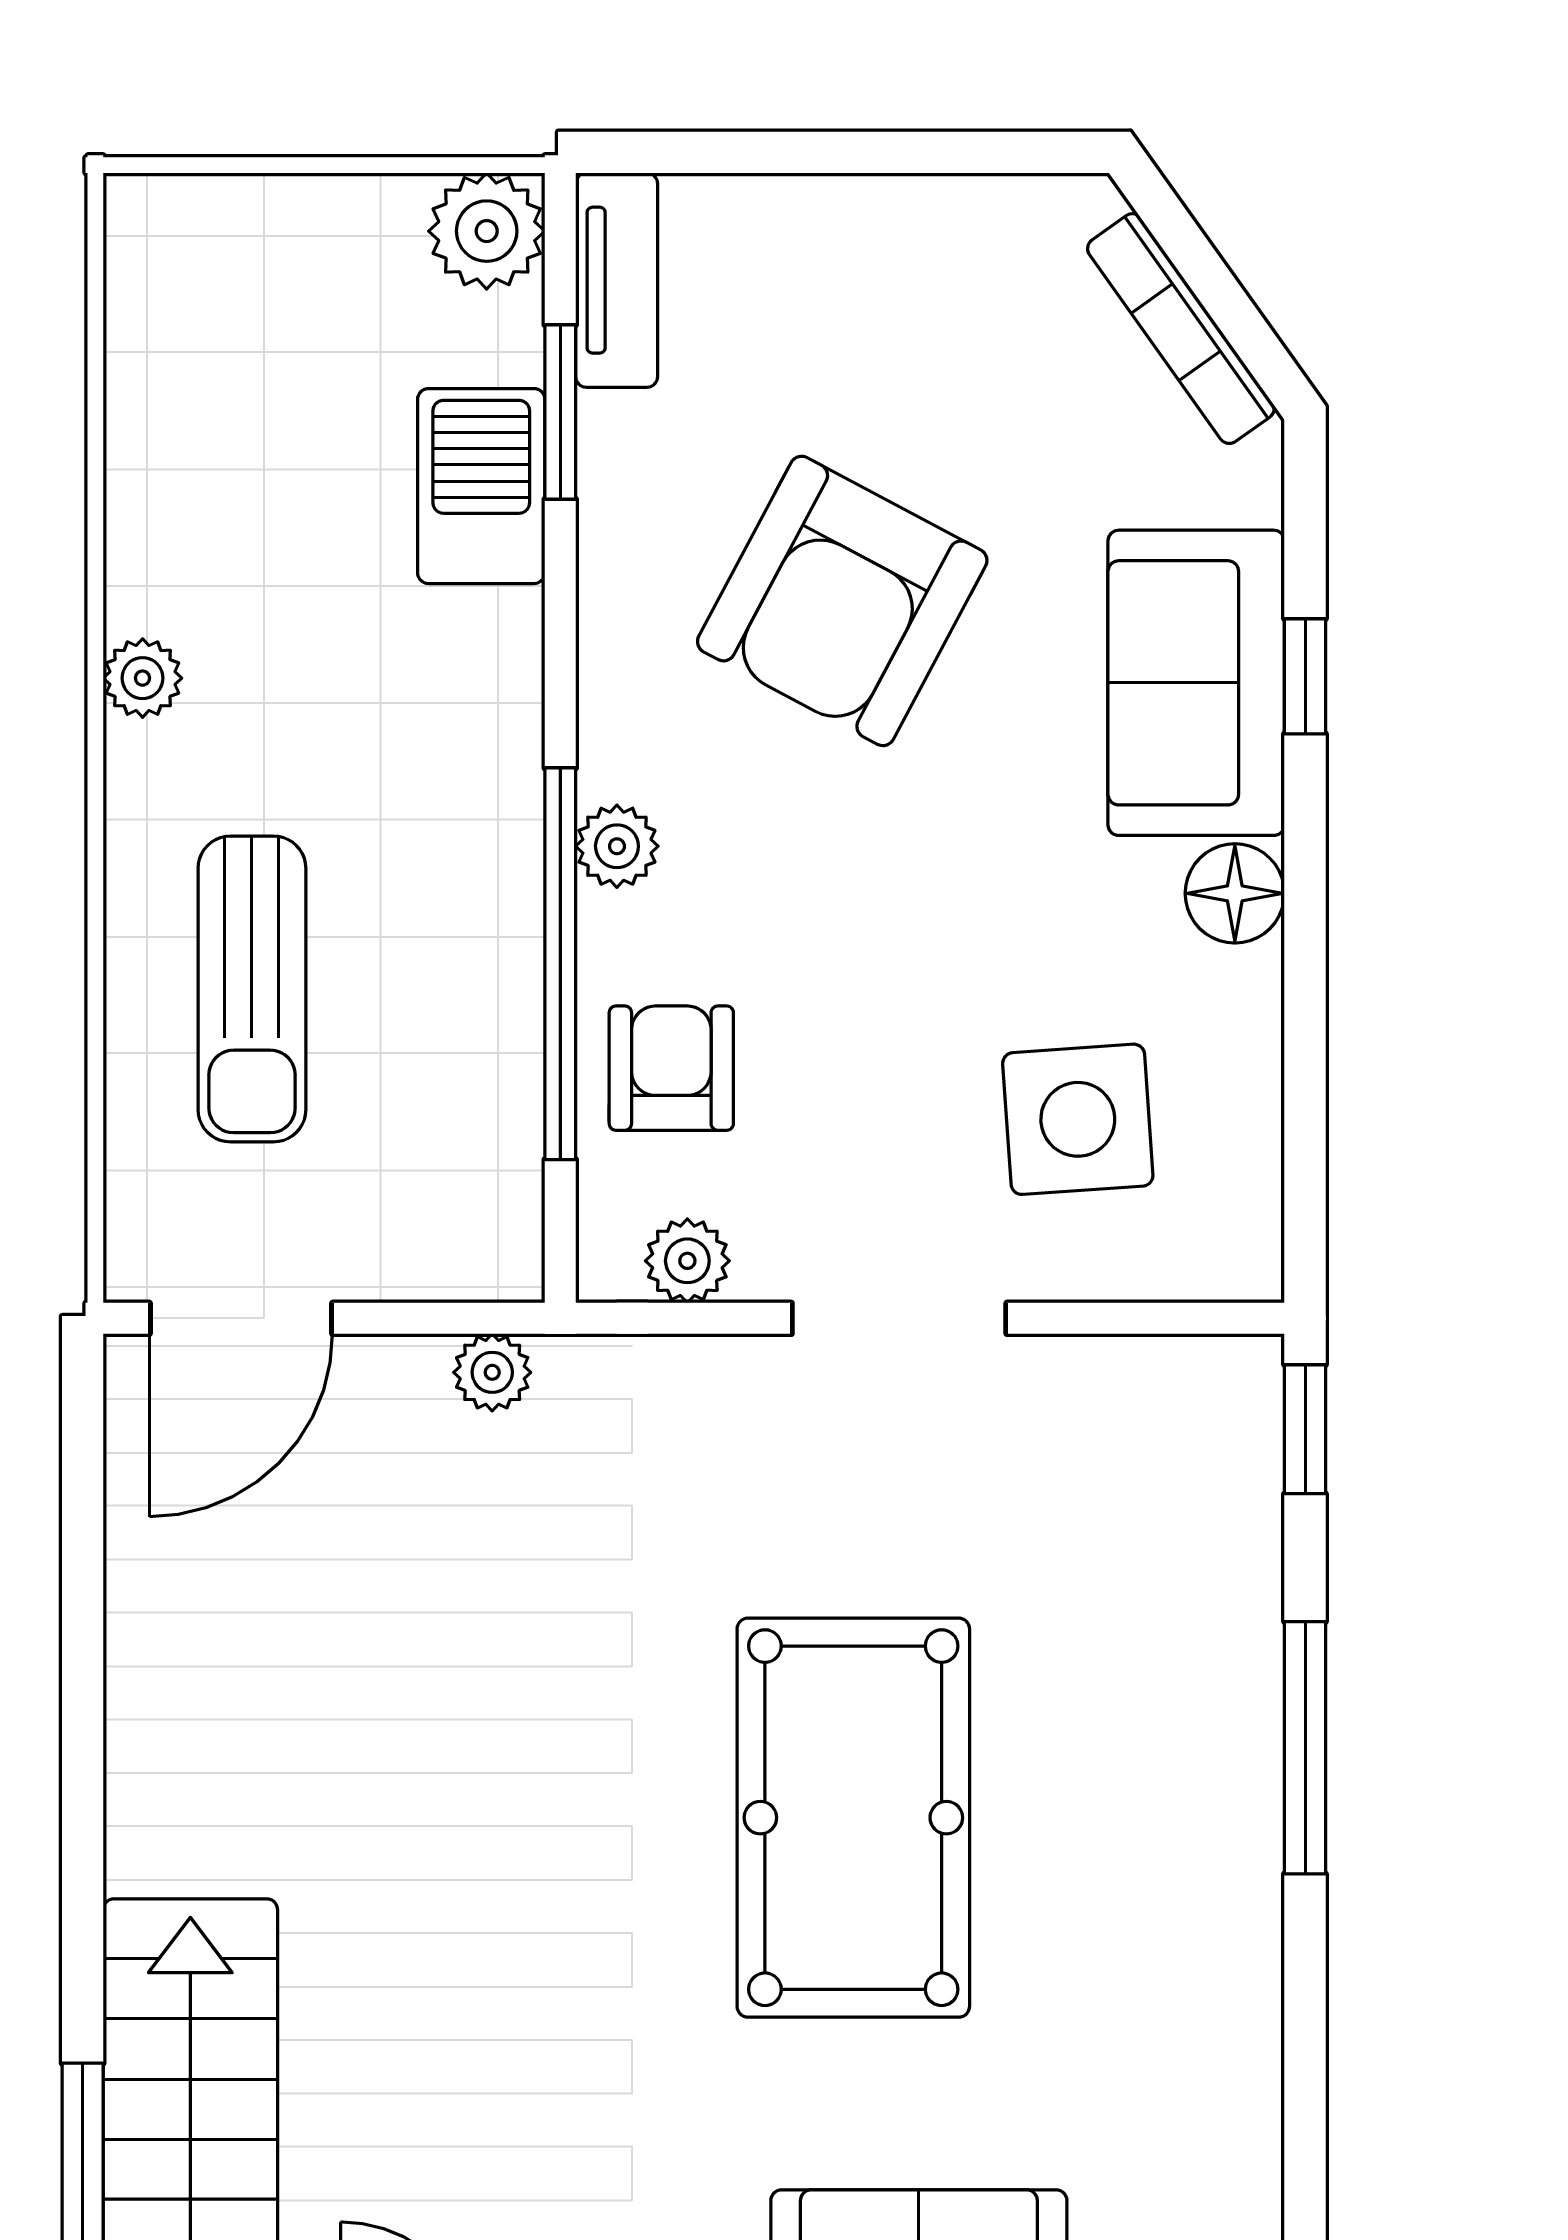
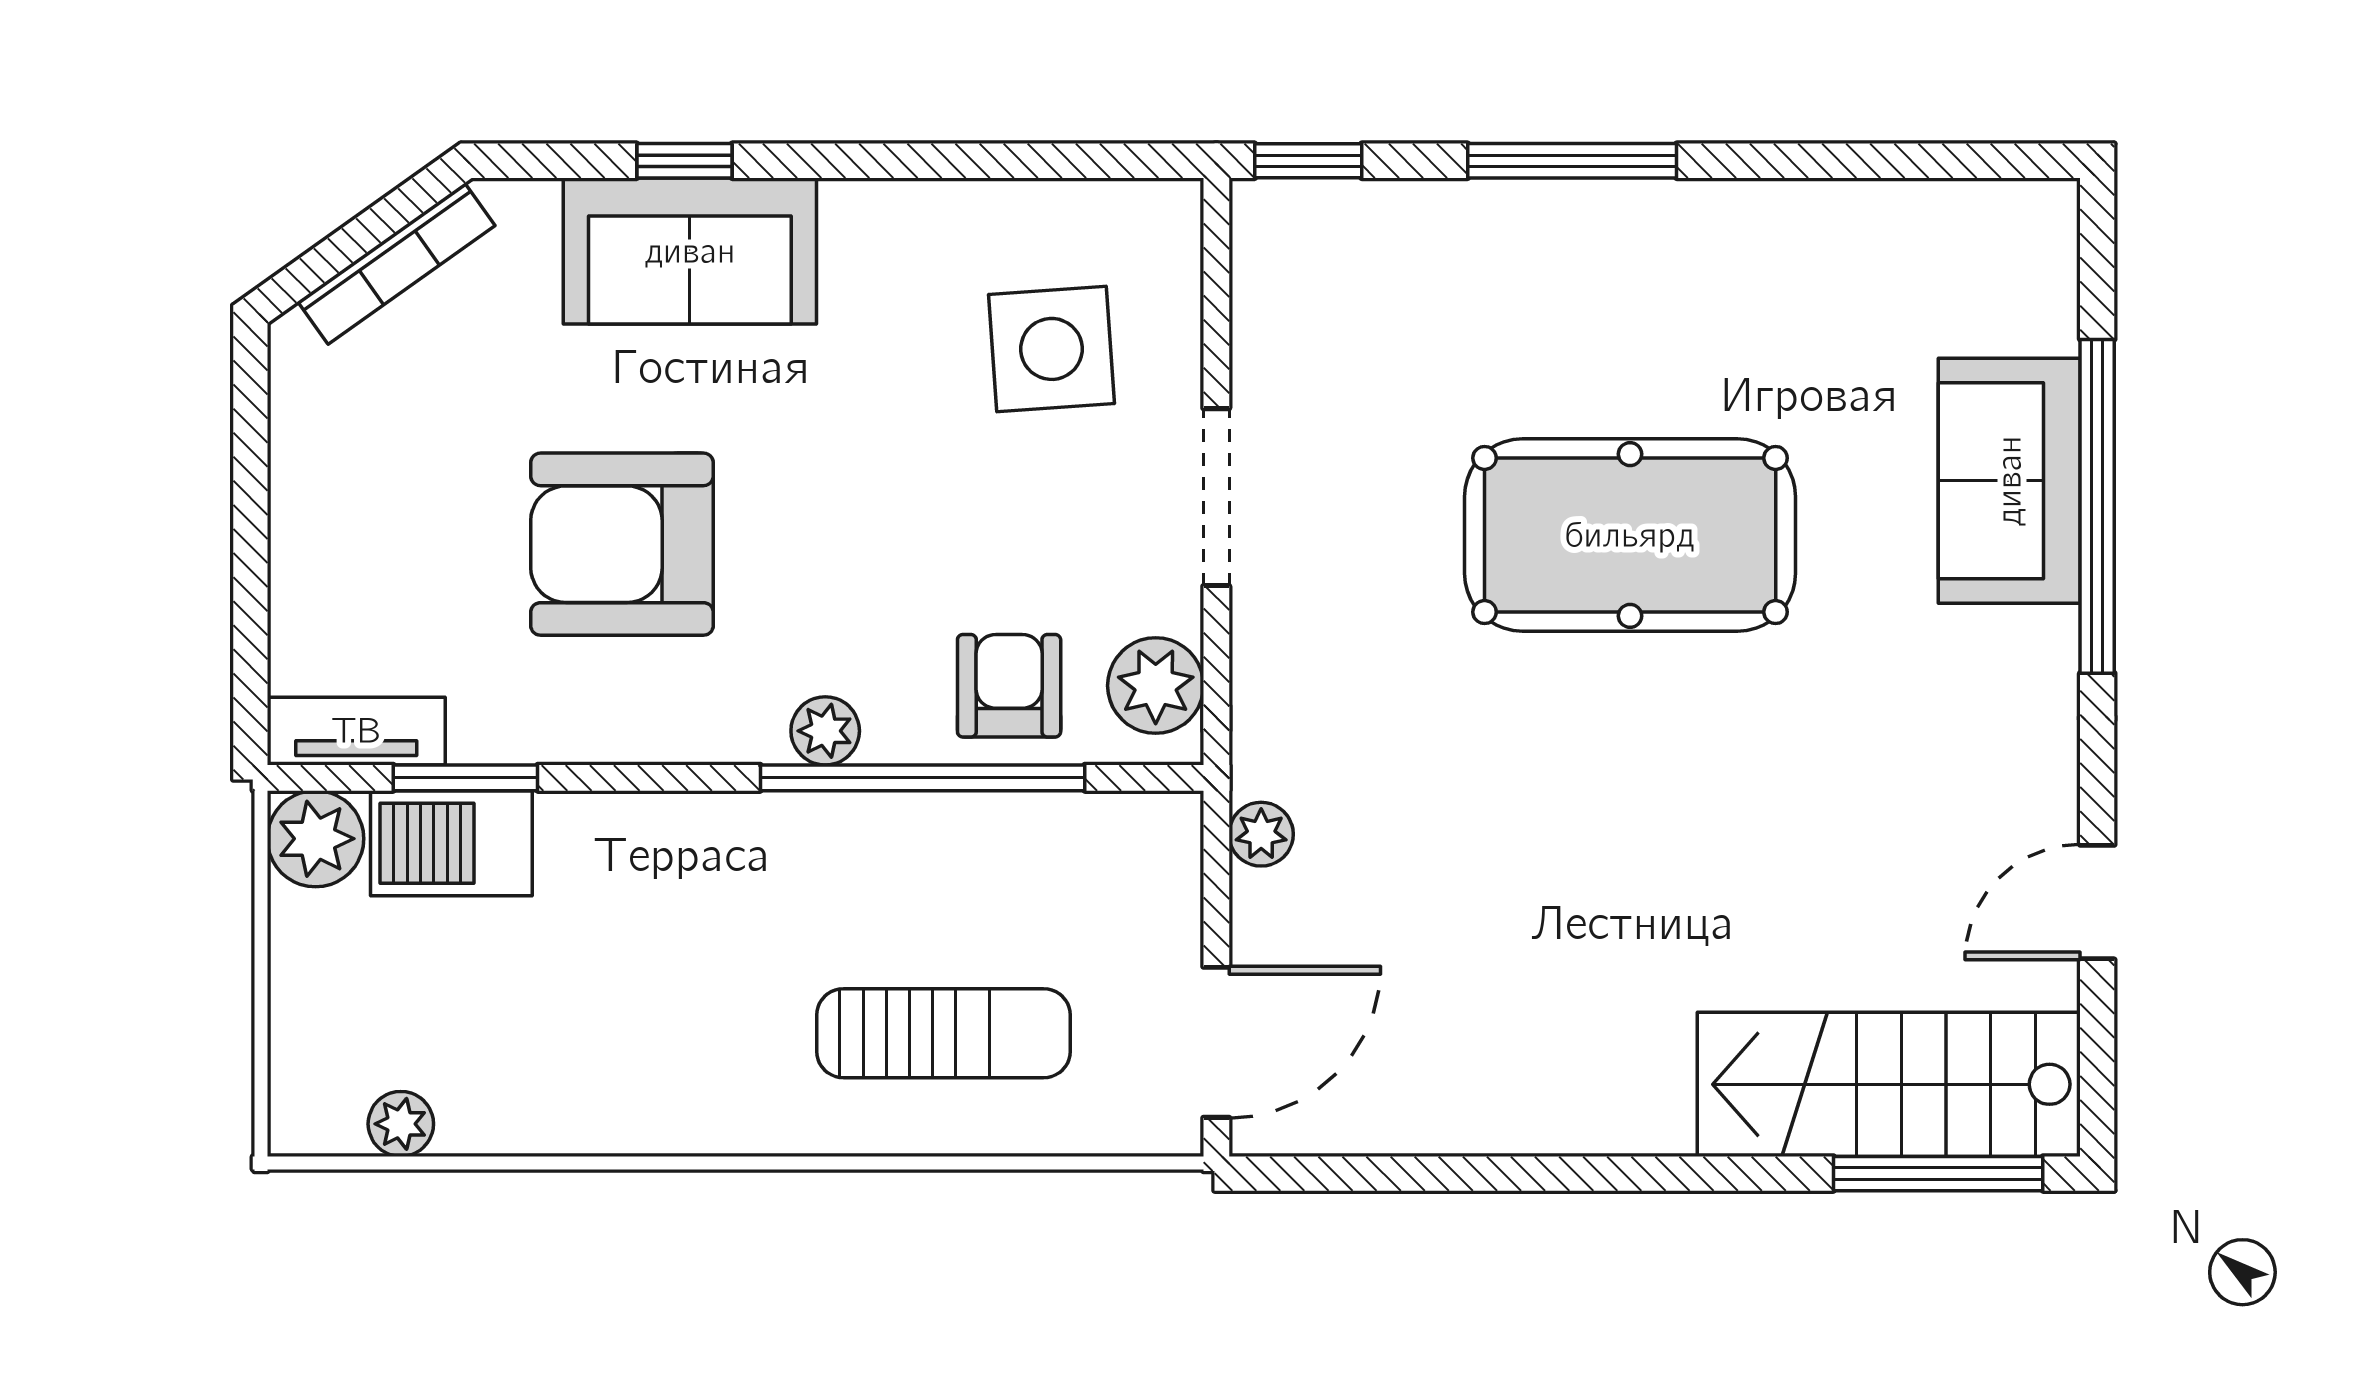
barbecue: (481, 486) -> (451, 843), moved
armchair: (842, 601) -> (622, 544), turned 152
plant: (143, 678) -> (401, 1124), moved
floor lamp: (1235, 893) -> (864, 219), removed
armchair: (671, 1068) -> (1009, 686), turned 90
plant: (687, 1261) -> (1156, 686), width x1.38, depth x1.38
door: (241, 1318) -> (1216, 1042), hinge flipped

